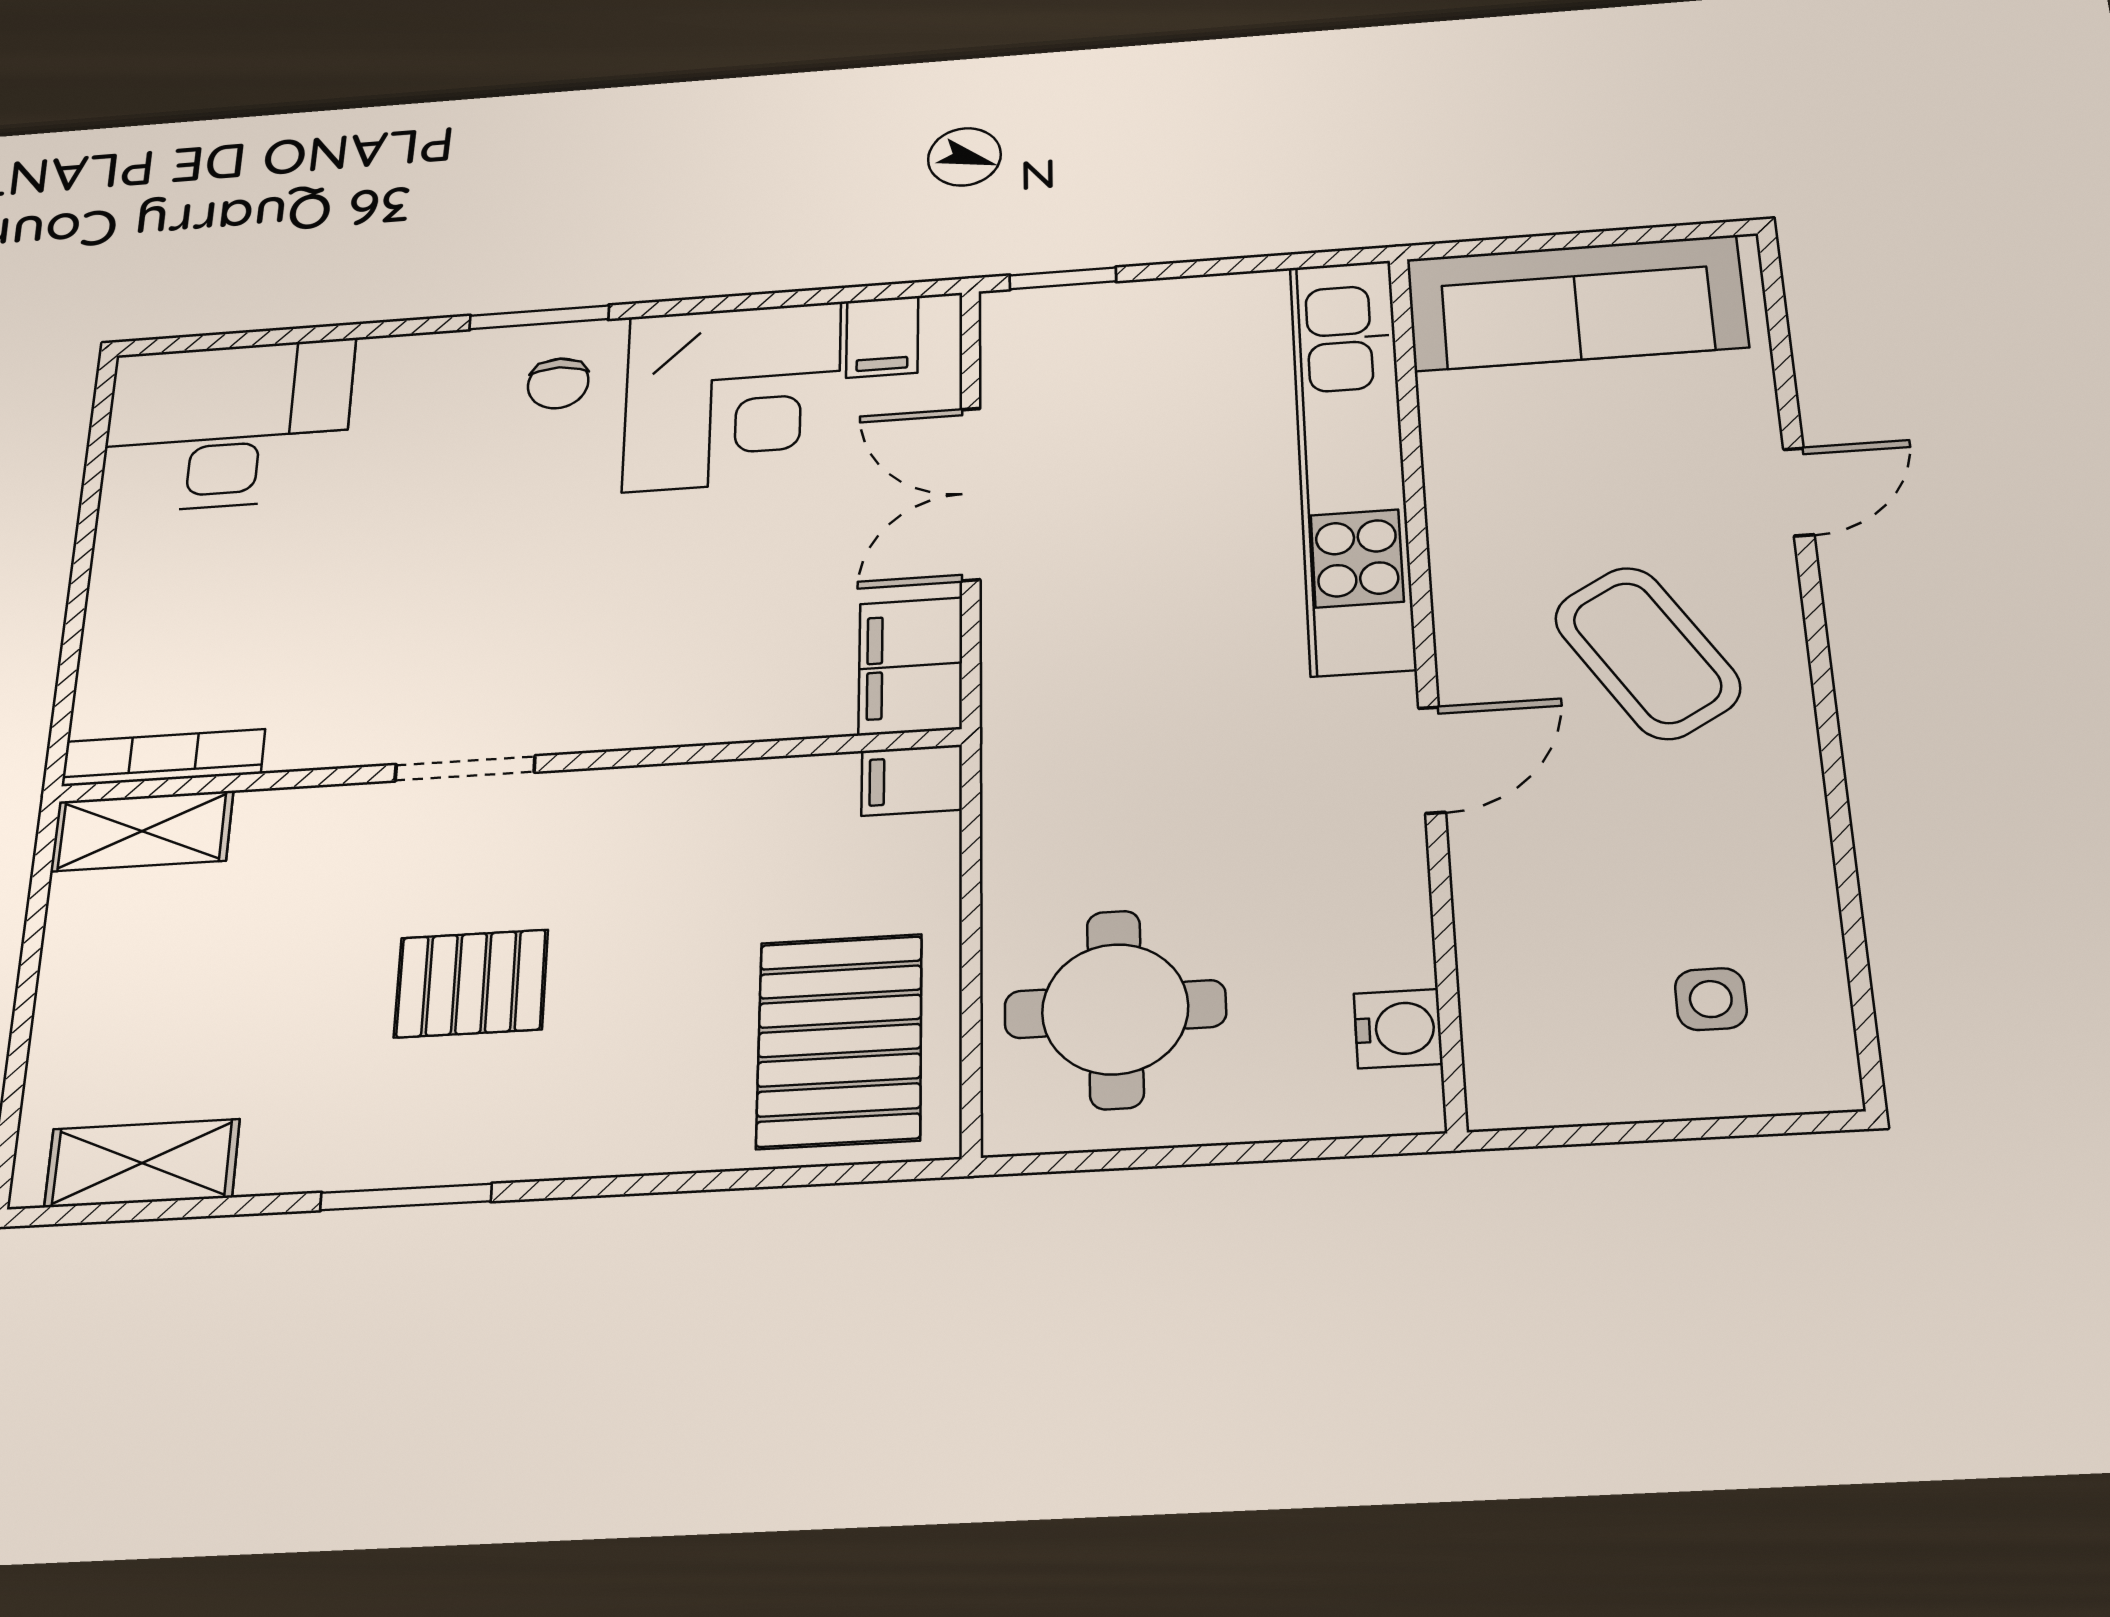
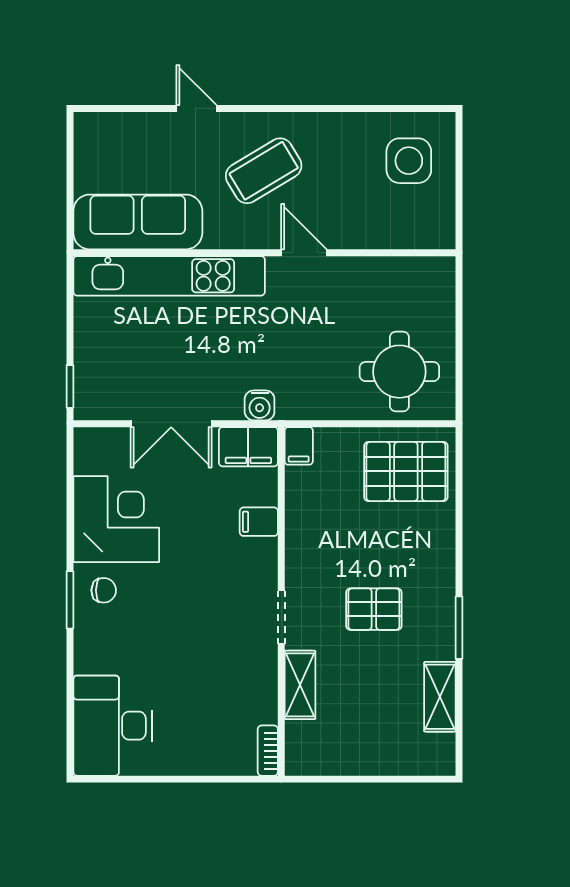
sofa: (1576, 303) -> (138, 222), moved, turned -90
filing cabinet: (882, 337) -> (259, 522), moved, turned 180
bookcase: (163, 758) -> (268, 751), width x0.64
shelving: (142, 831) -> (300, 685), moved
pallet: (471, 984) -> (374, 609), turned 90
side table: (1711, 999) -> (409, 161), width x1.87, depth x1.87
water cooler: (1398, 1029) -> (260, 405), moved, turned 180
shelving: (142, 1163) -> (440, 697), moved

